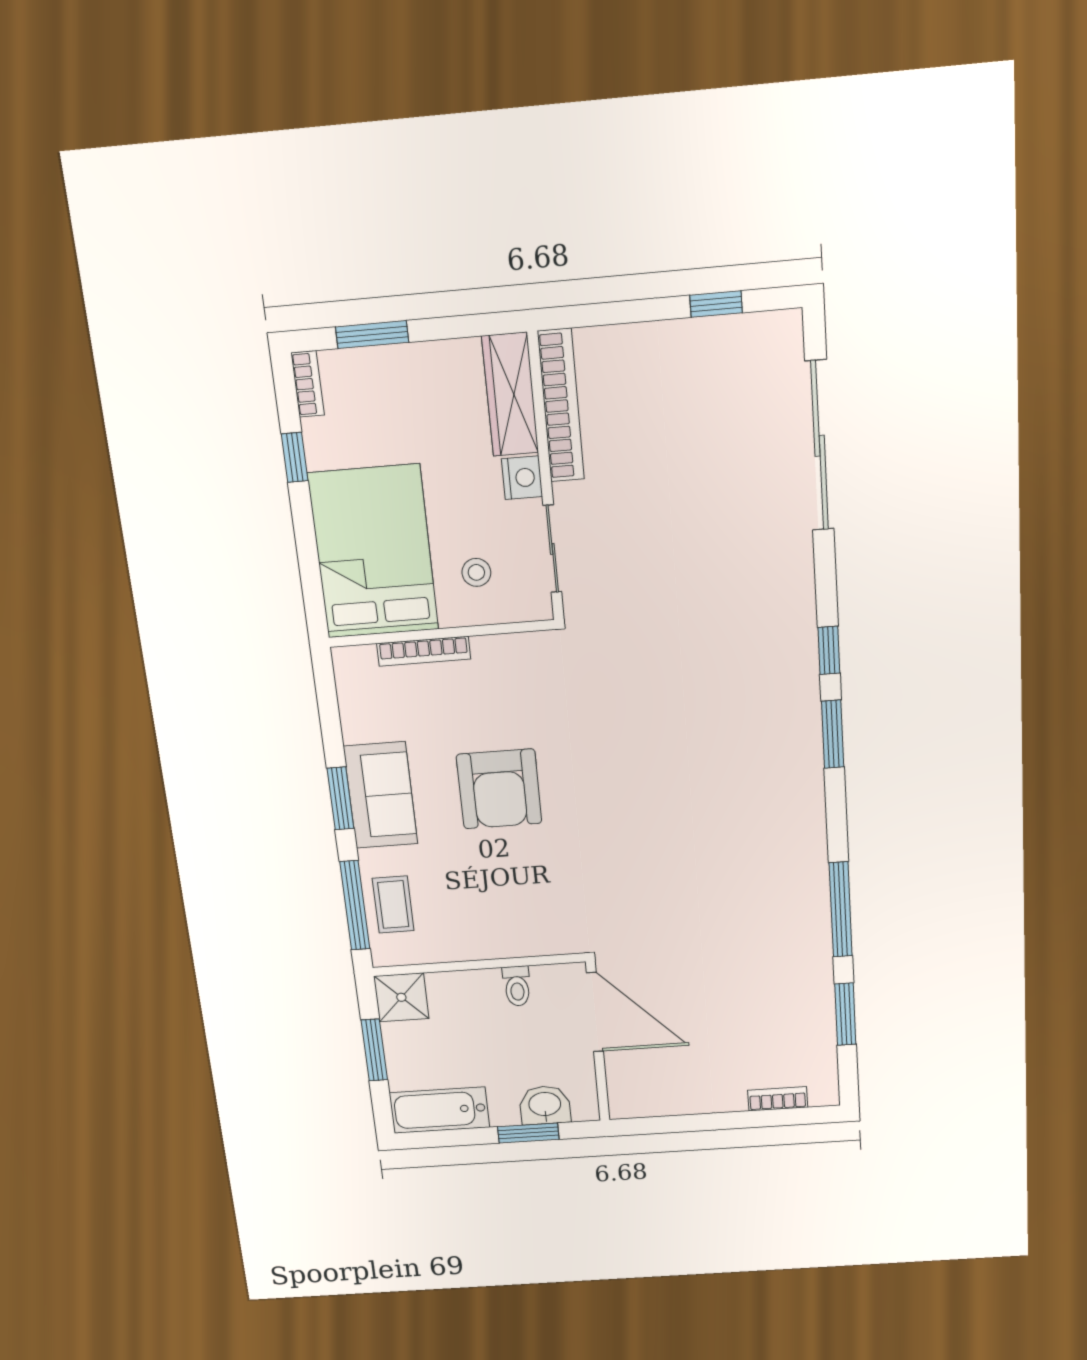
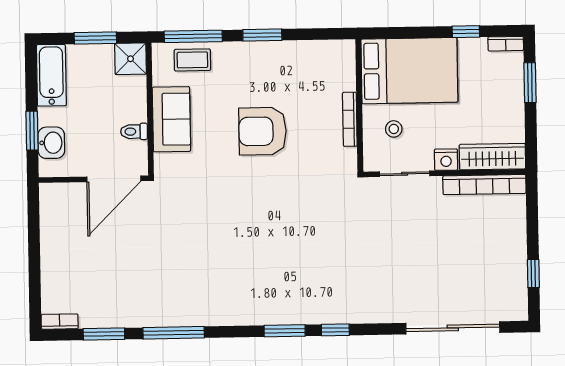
bookcase: (424, 651) -> (350, 119), moved
sofa: (381, 795) -> (171, 119), moved, turned -90
bookcase: (778, 1099) -> (60, 322), moved, turned -90

